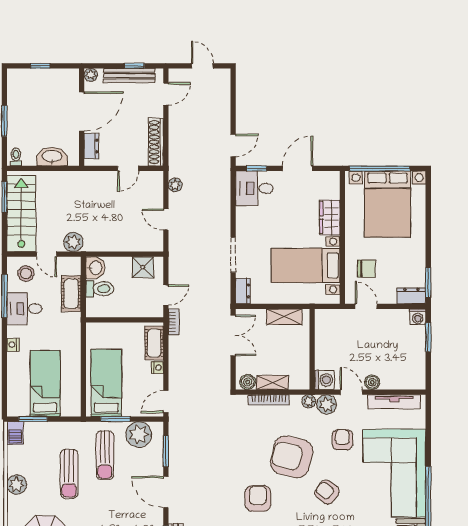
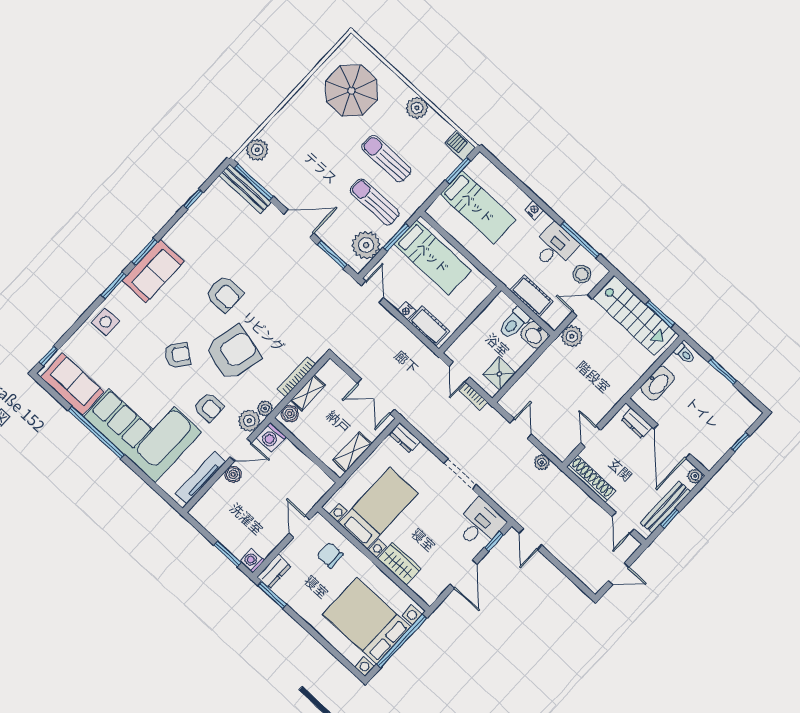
door: (166, 219) -> (521, 429), hinge flipped
doorway: (233, 255) -> (460, 474), moved
chair: (366, 269) -> (330, 555), turned 90
door: (366, 306) -> (300, 526), swing flipped
bookcase: (174, 322) -> (473, 396), moved
boiler: (248, 382) -> (290, 414), moved

